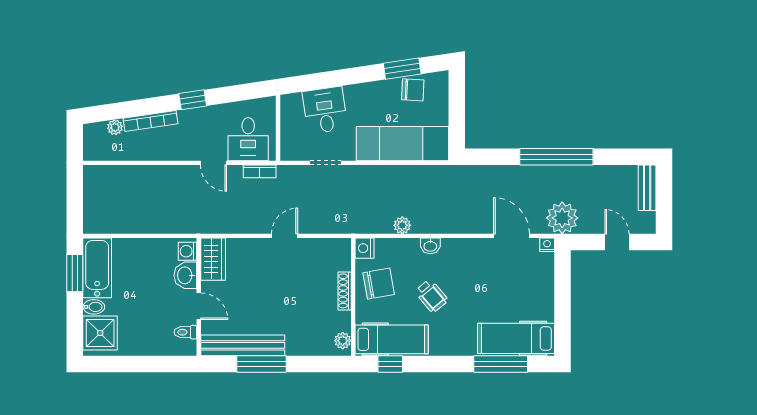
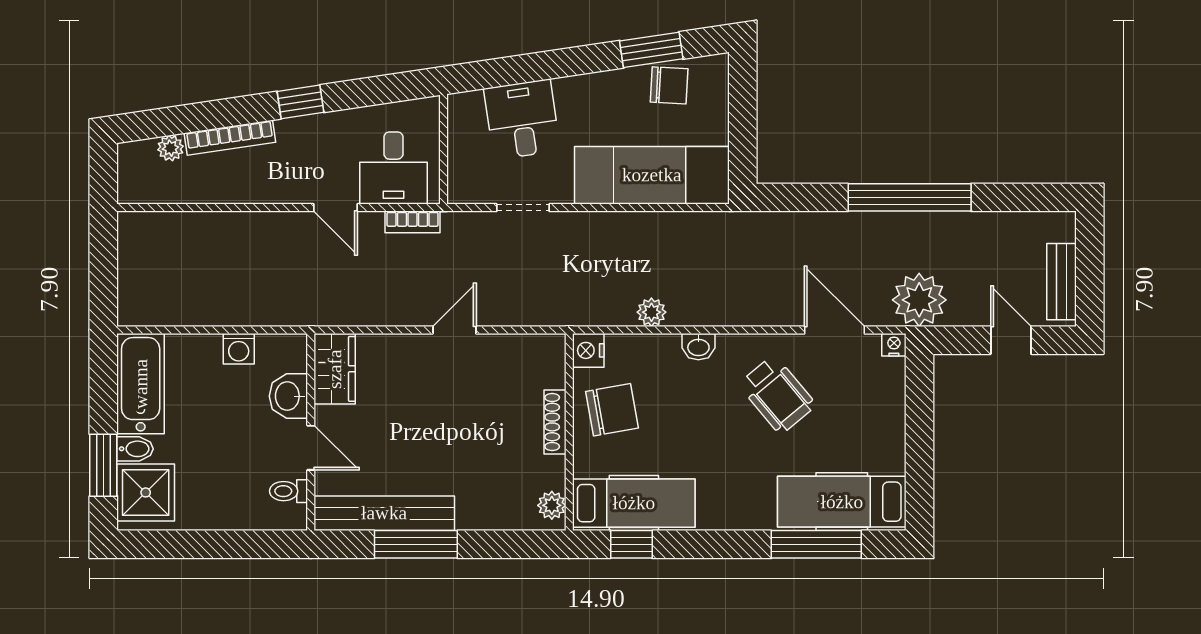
bench: (647, 188) -> (1061, 282), moved
washing machine: (188, 251) -> (239, 349), moved, turned -90
window: (75, 273) -> (103, 465), moved
wheelchair: (431, 296) -> (777, 395), moved, width x1.36, depth x1.37

